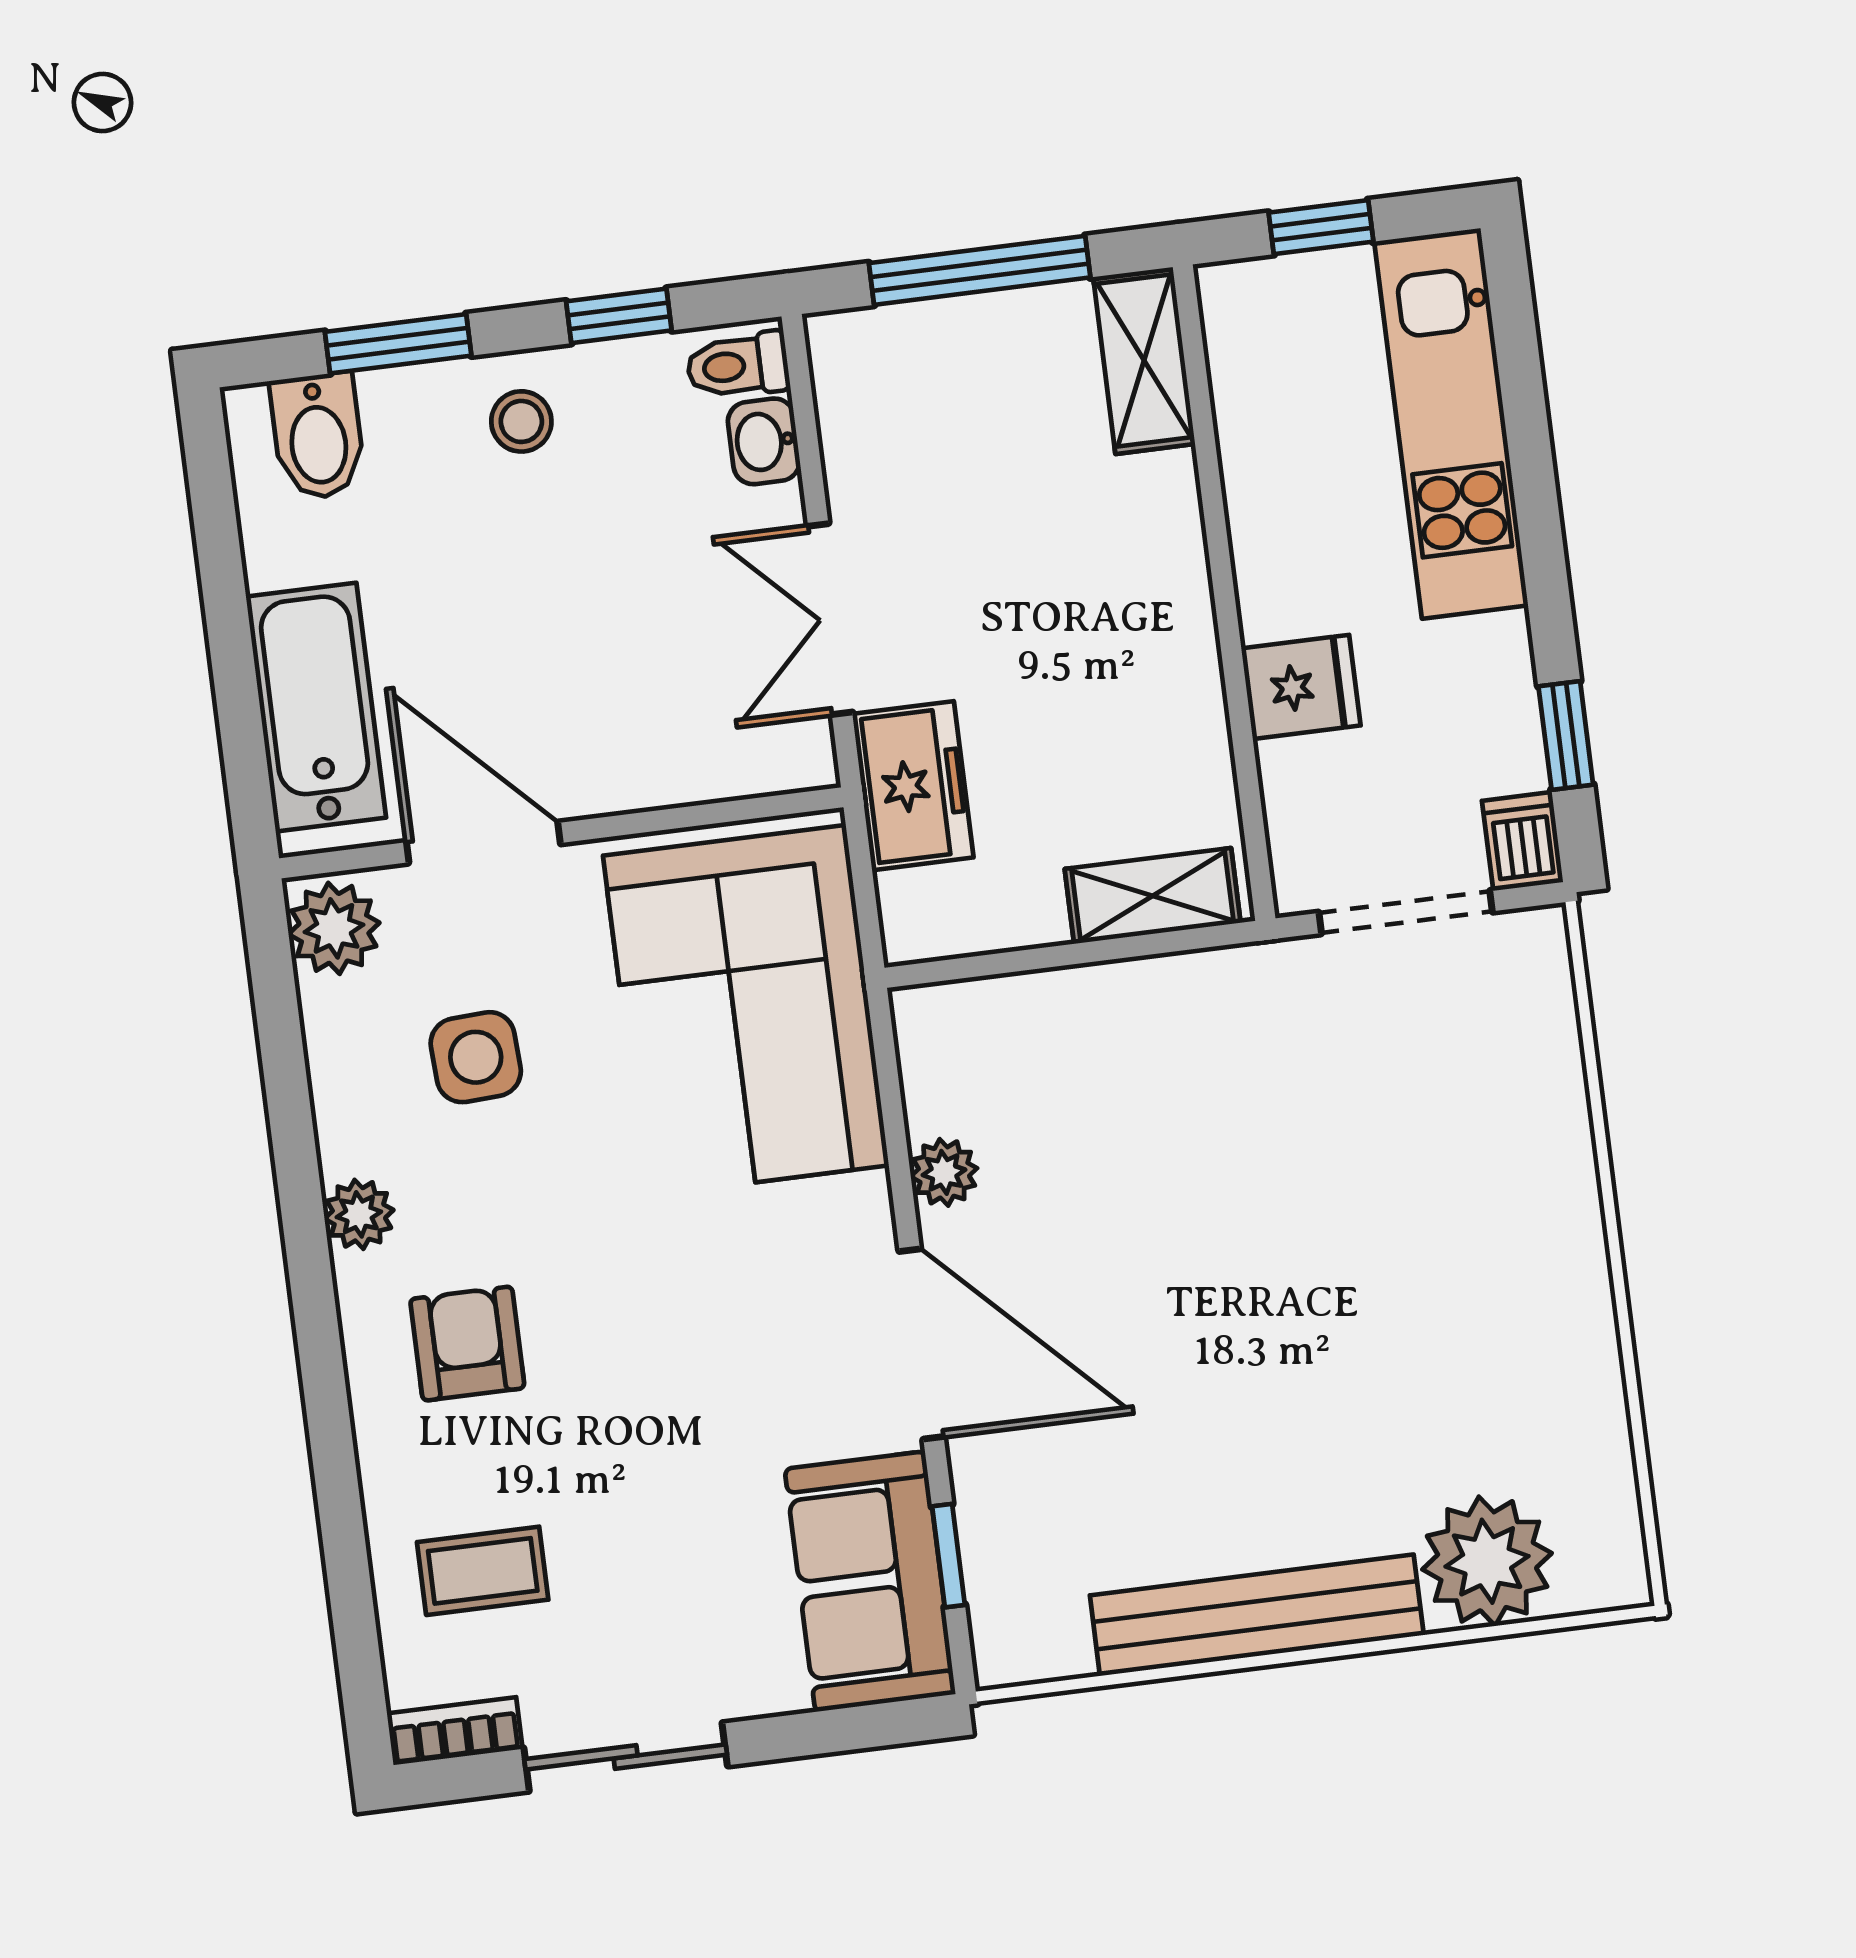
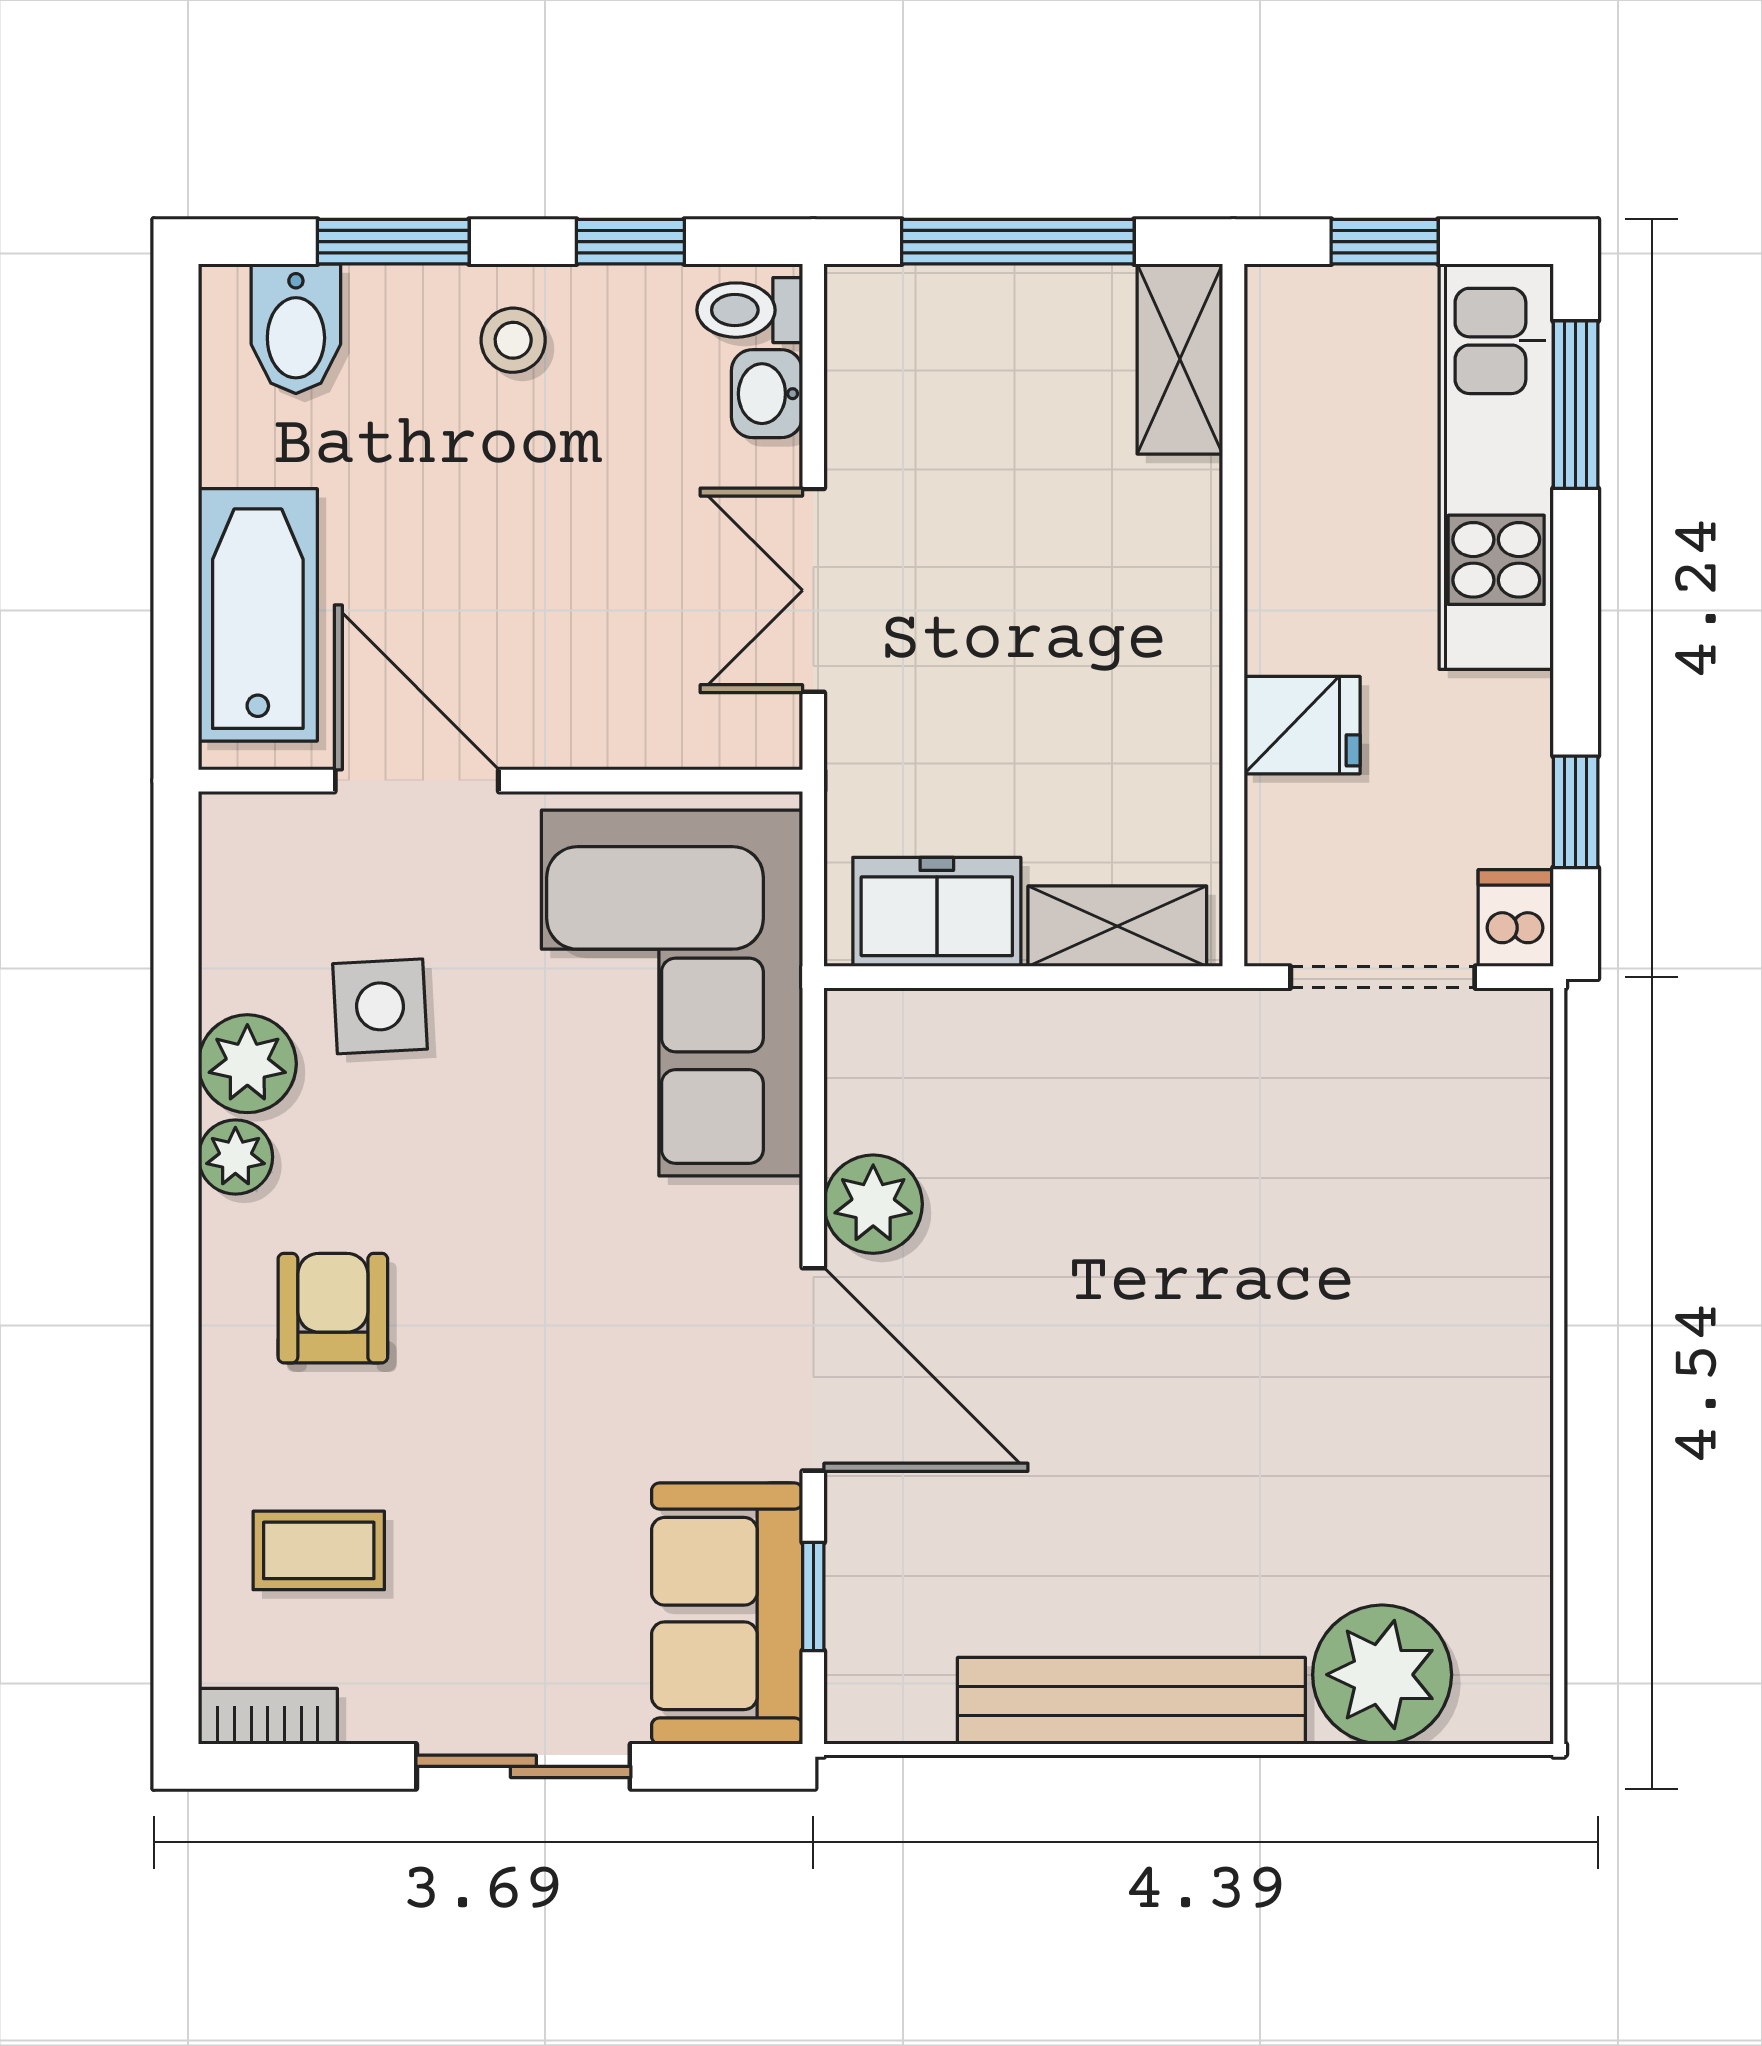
window: (1518, 356) -> (1576, 405), added
freezer: (913, 786) -> (937, 912), moved, turned -90
plant: (334, 928) -> (247, 1064), moved
plant: (944, 1172) -> (873, 1204), width x1.38, depth x1.38
sliding door: (626, 1757) -> (523, 1766), moved

